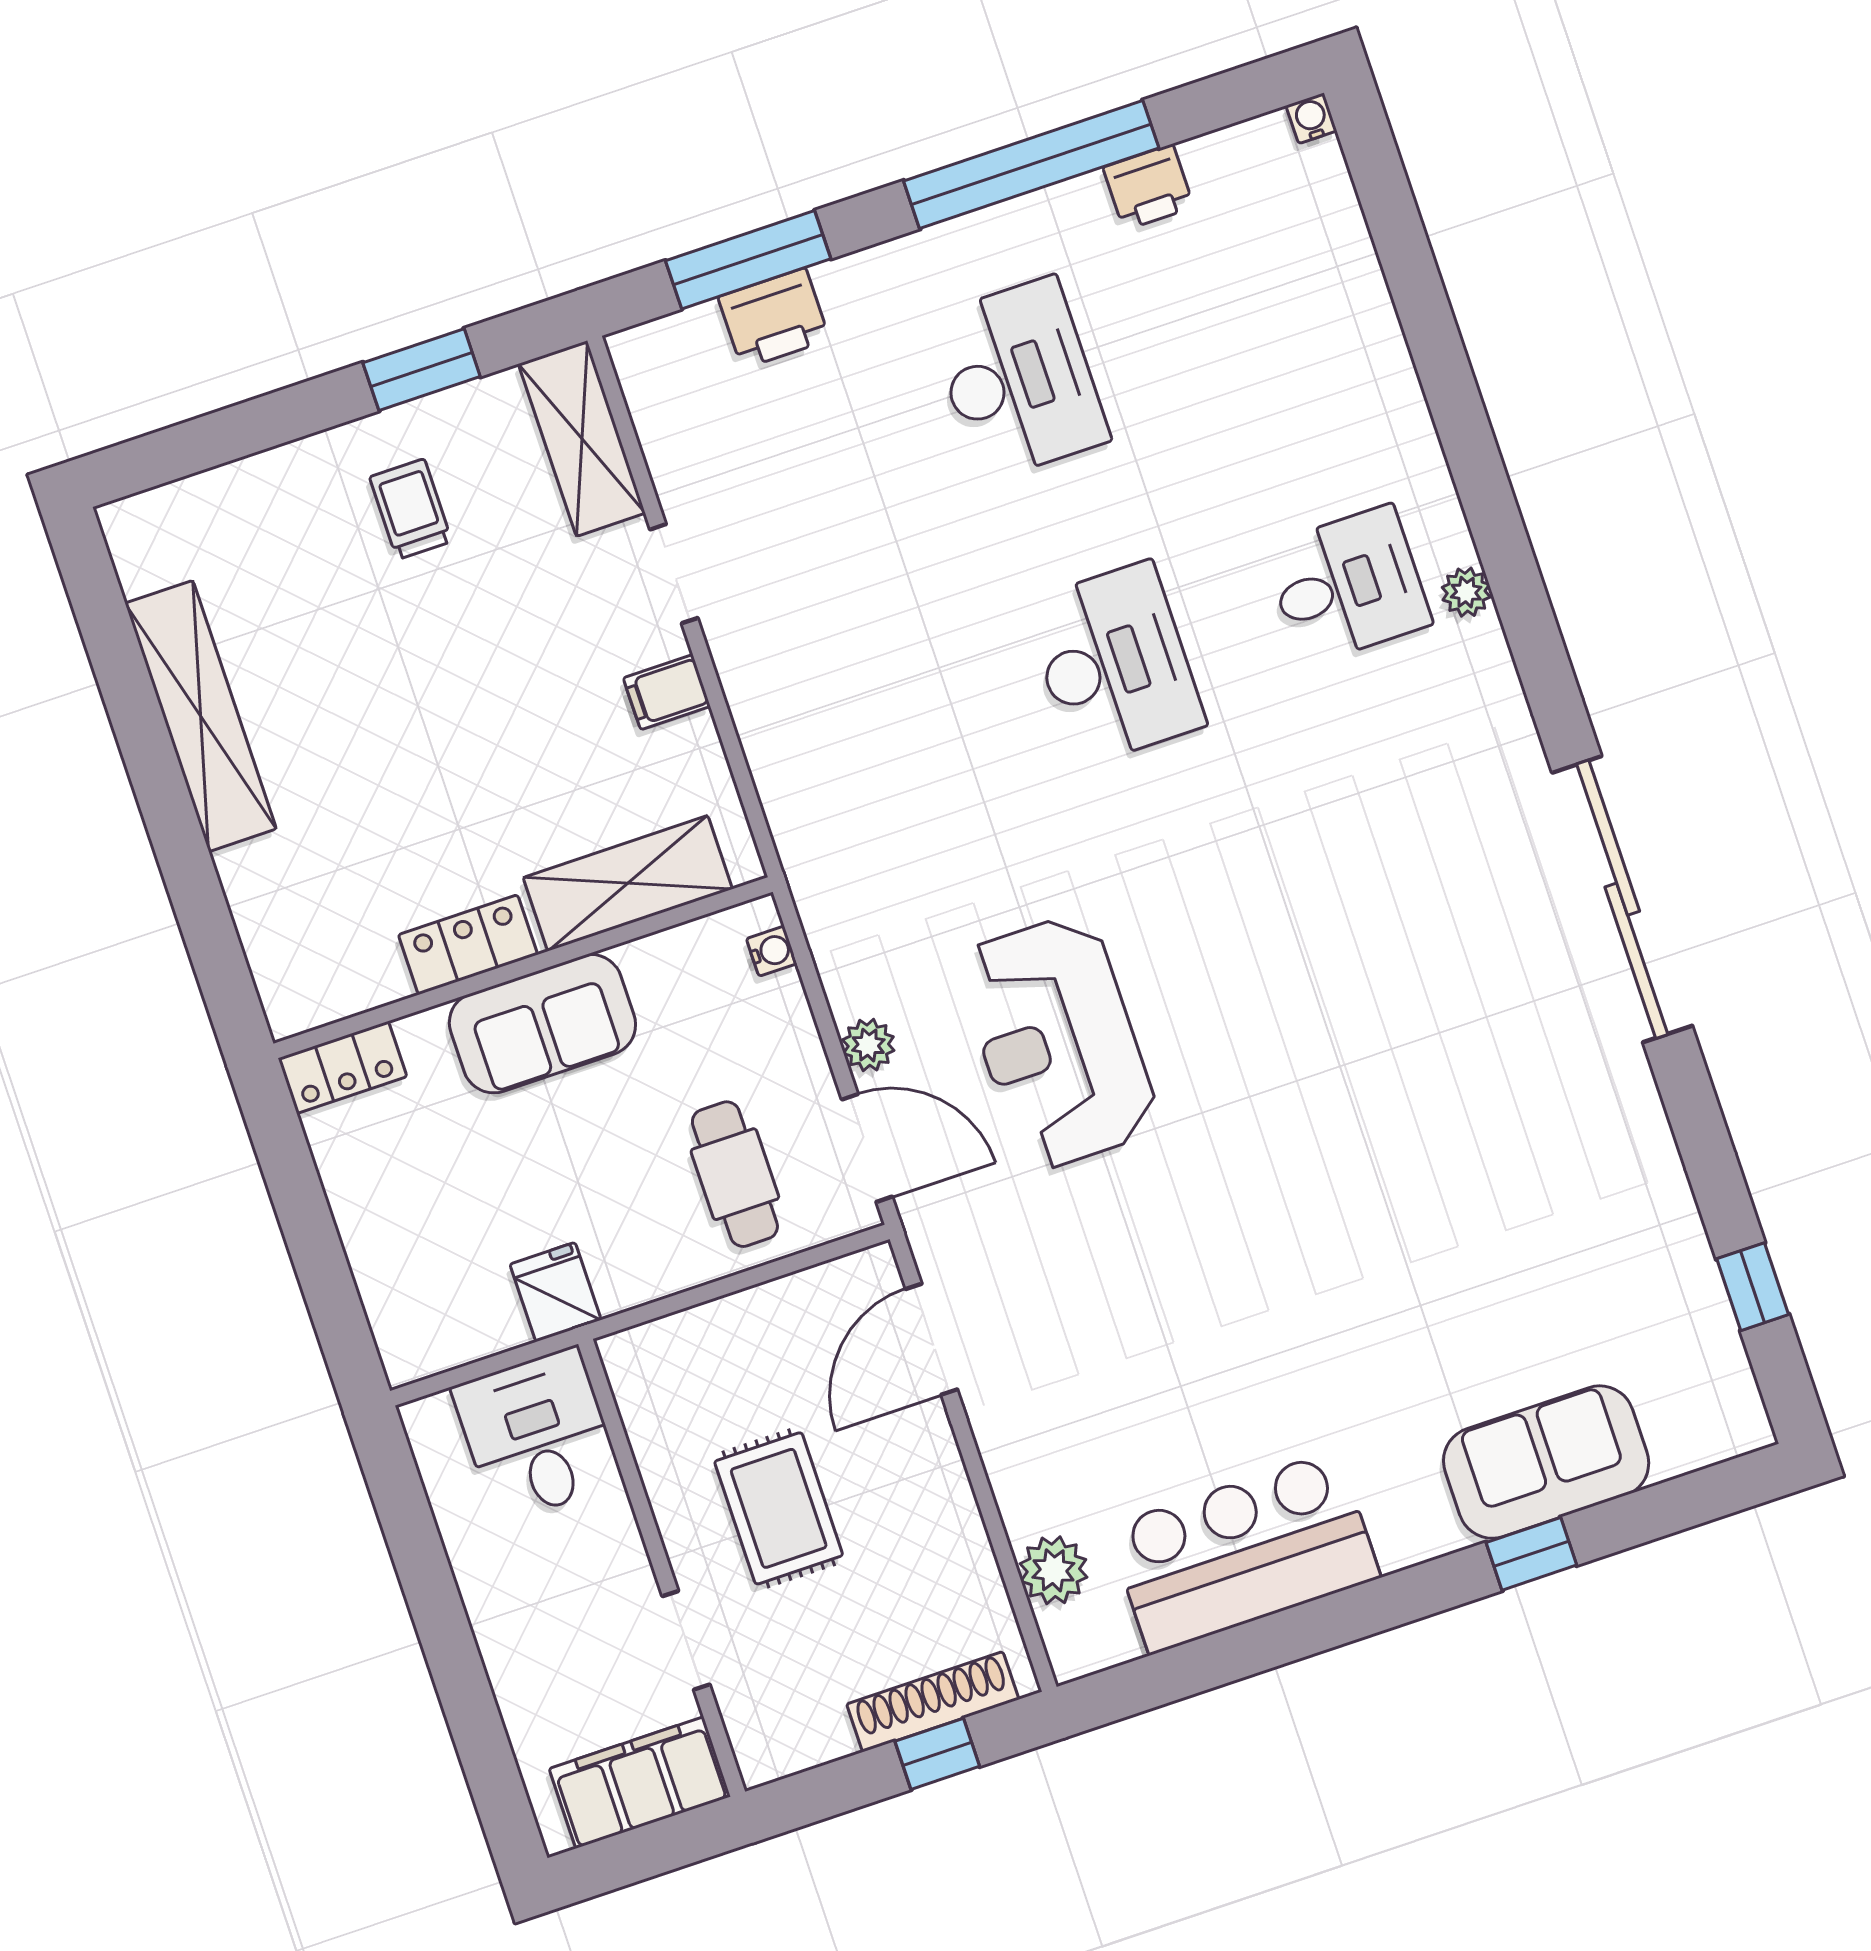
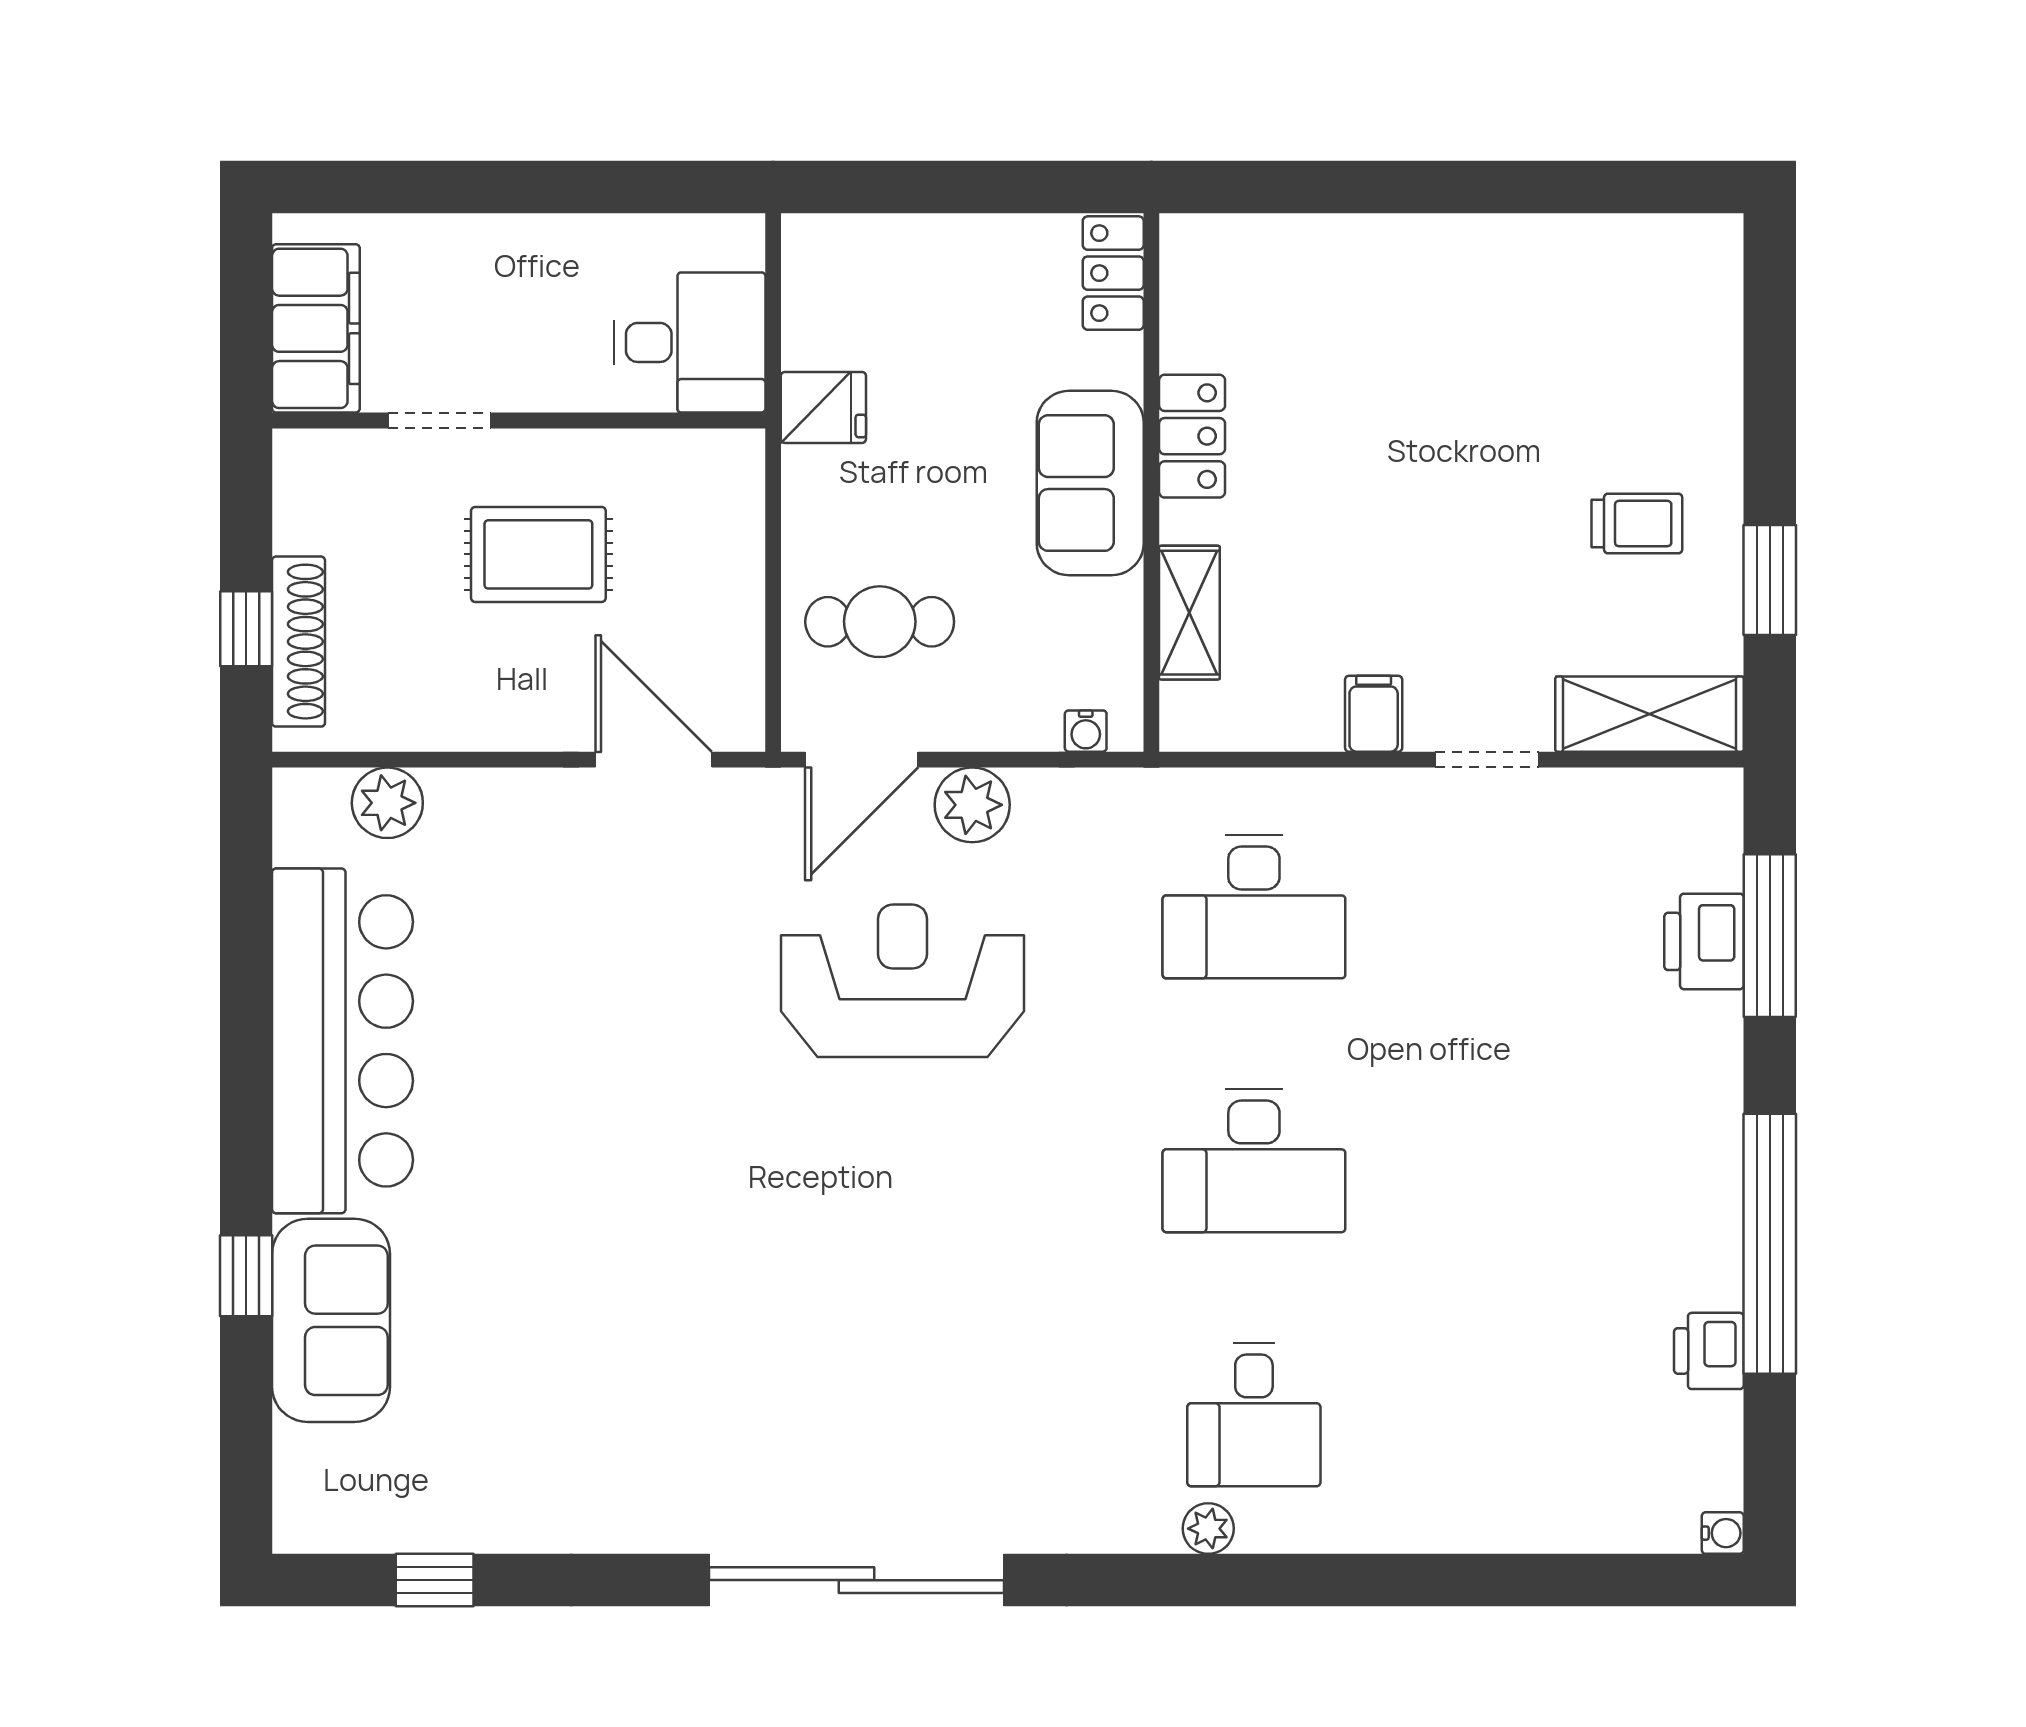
desk: (1018, 379) -> (1254, 907), moved
shelving: (201, 716) -> (1504, 250), removed
shelving: (628, 883) -> (1189, 613), width x0.67, depth x0.75
plant: (868, 1045) -> (972, 805), width x1.38, depth x1.38
bar counter: (1244, 1552) -> (343, 1041), width x1.36

